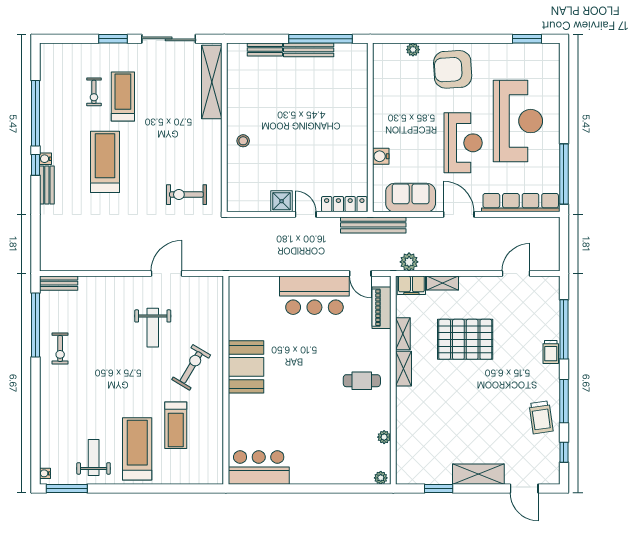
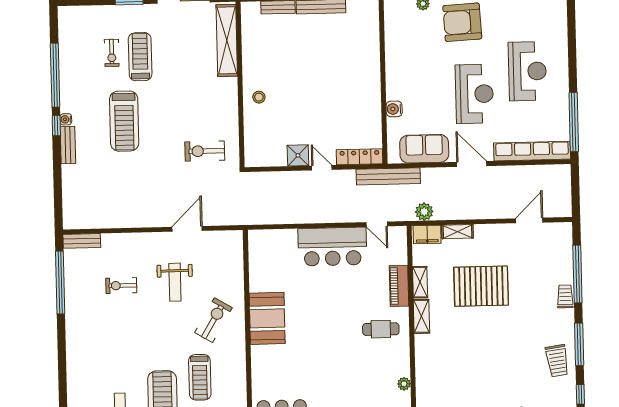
reception desk: (518, 121) -> (527, 71), width x0.74, depth x0.77
treadmill: (105, 162) -> (124, 121), turned 180
piano: (381, 308) -> (399, 286), moved
exercise bike: (60, 348) -> (121, 286), moved, turned 90
trolley: (551, 352) -> (565, 296), turned 180

